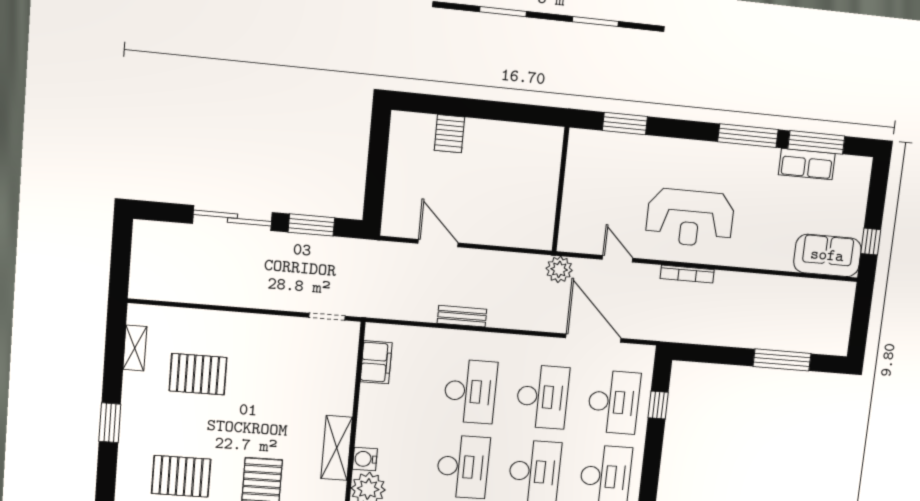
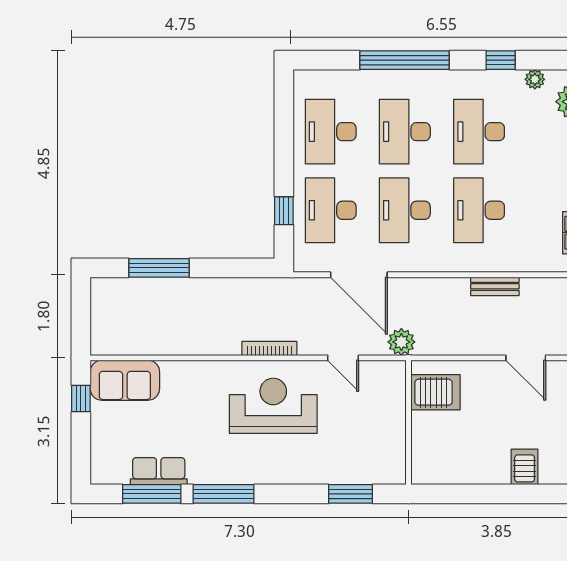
server rack: (531, 217) -> (435, 392), added

